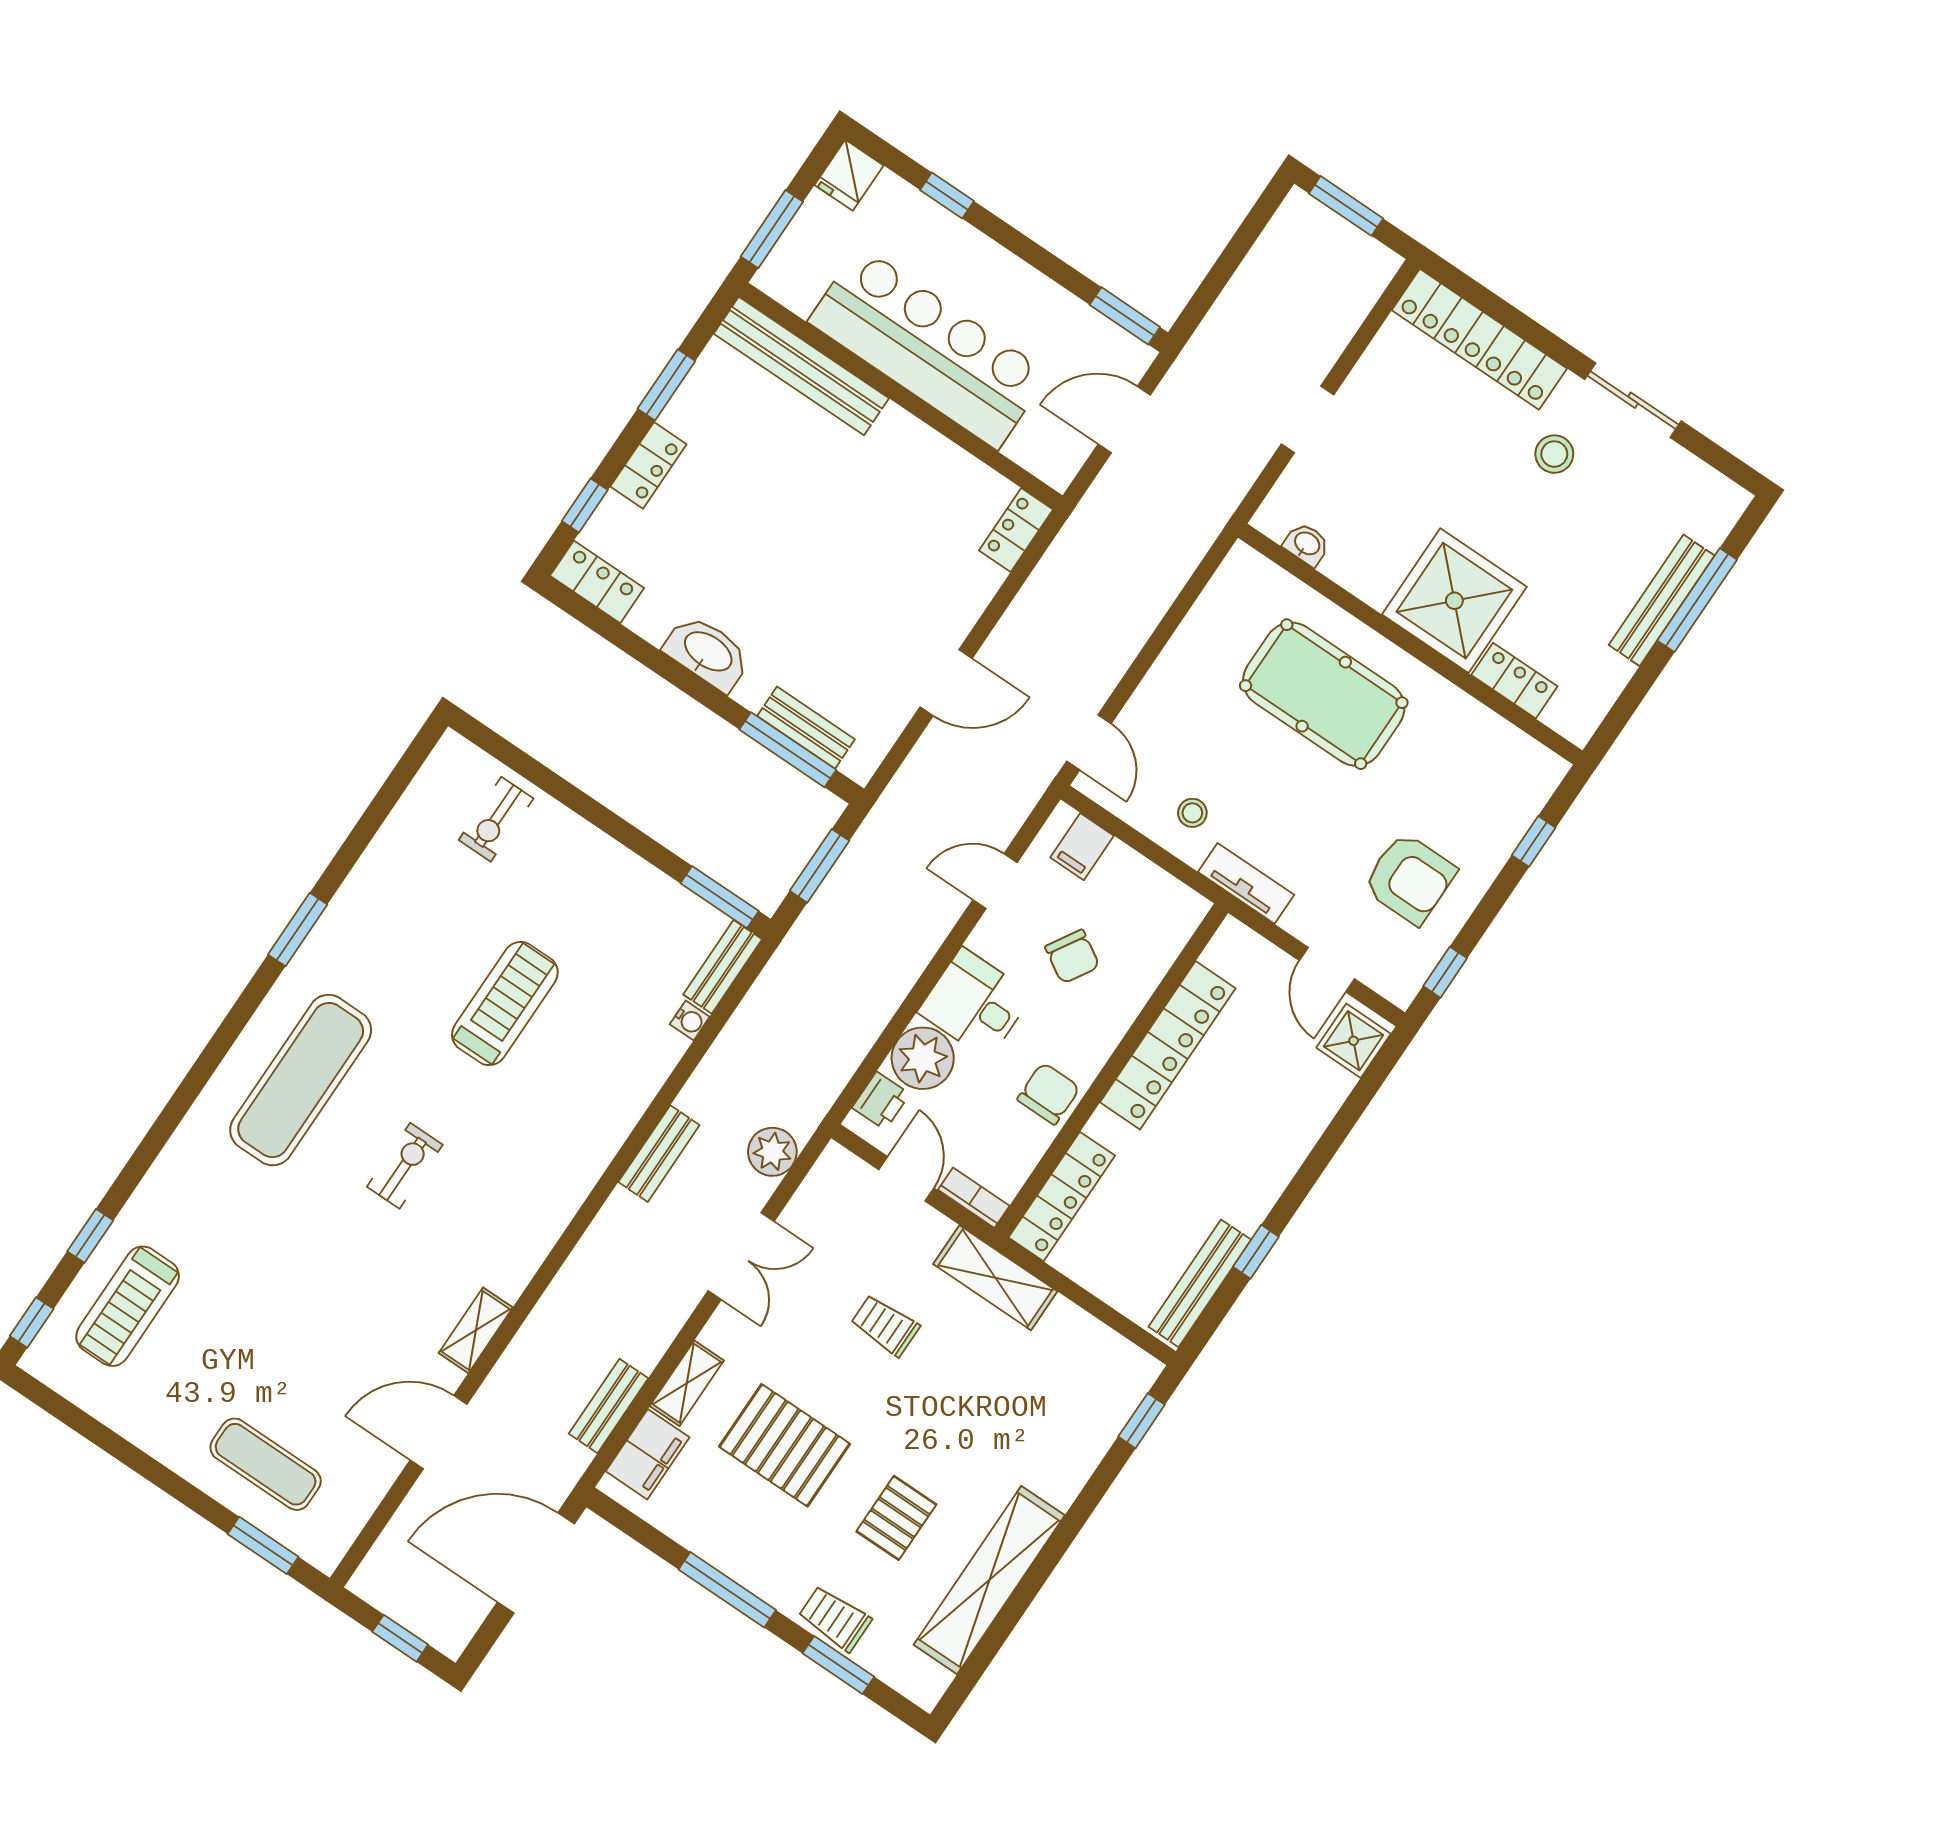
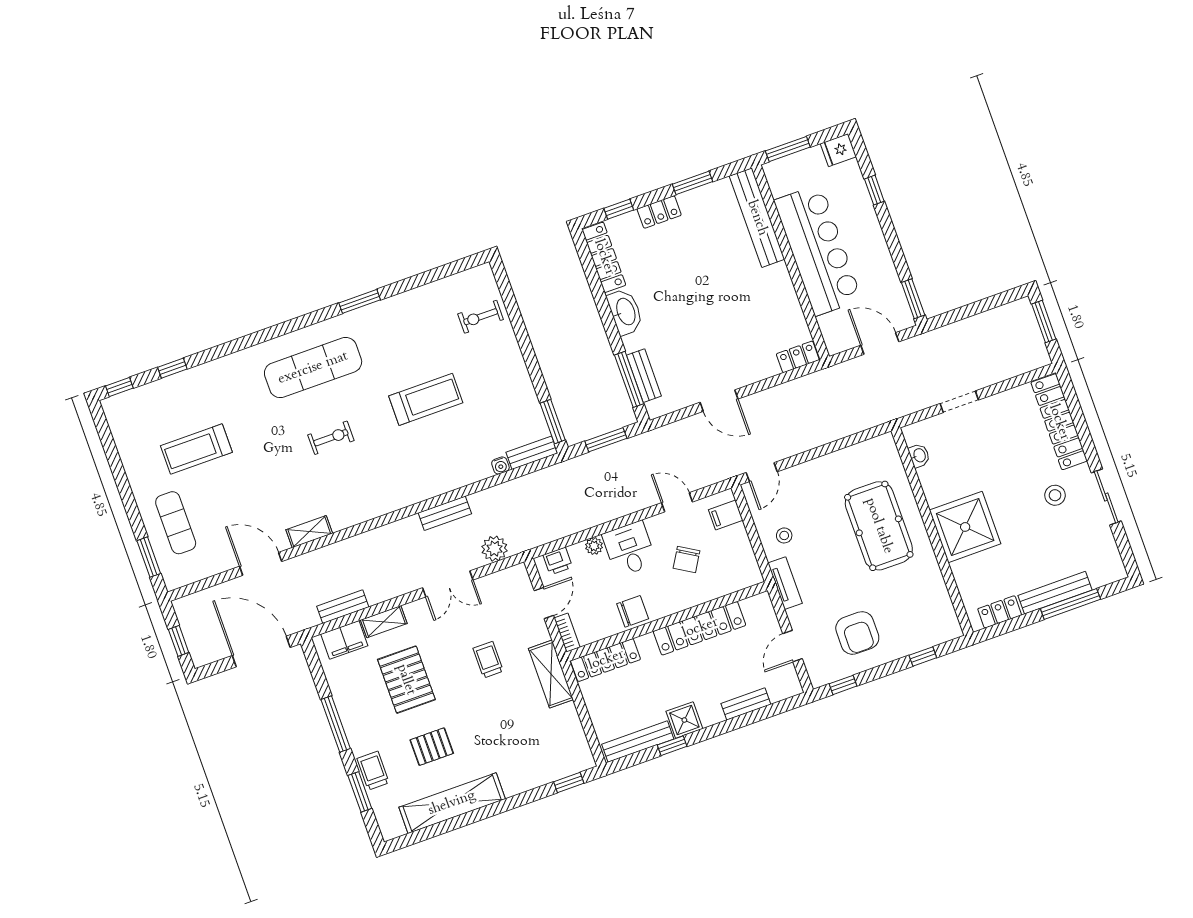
locker: (597, 582) -> (604, 257), width x1.53
locker: (1514, 681) -> (1000, 612), moved, turned -90
shower: (1354, 1041) -> (684, 720), moved
plant: (923, 1058) -> (594, 546), width x0.53, depth x0.53
bench: (1321, 1108) -> (746, 704), added
treadmill: (128, 1306) -> (196, 449), moved

